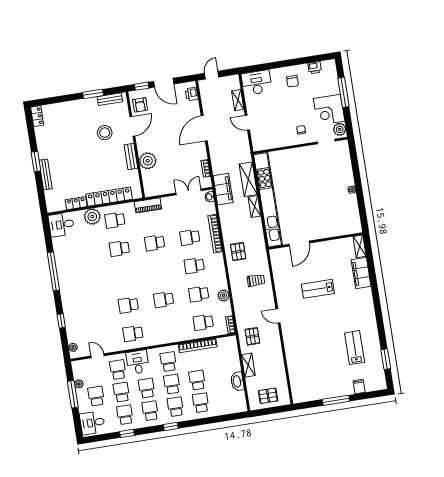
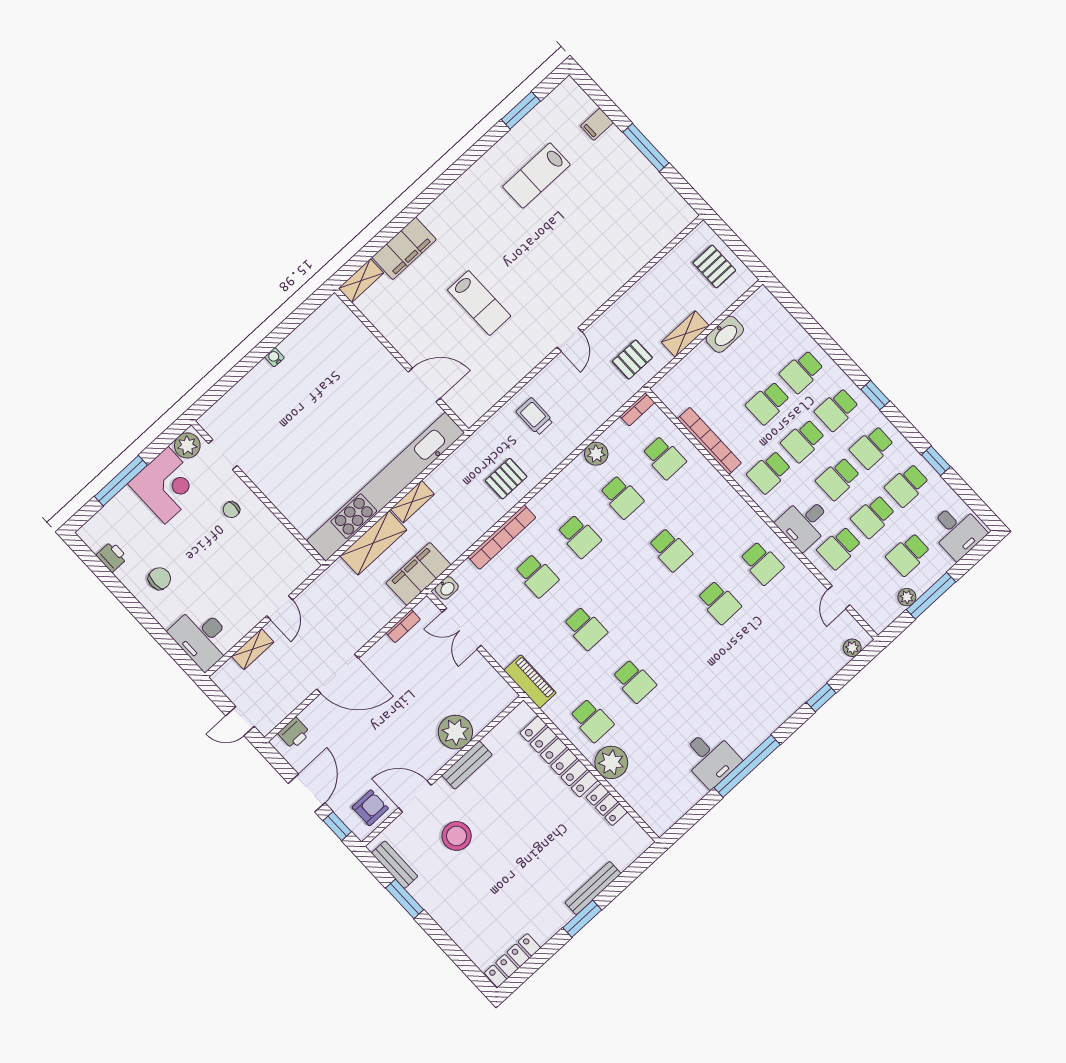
locker: (37, 116) -> (512, 960), width x1.53
desk: (61, 225) -> (710, 758), moved

